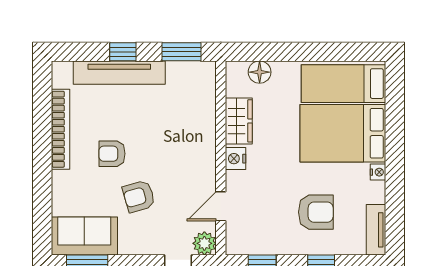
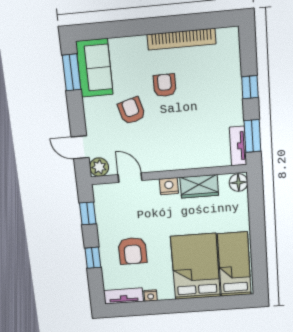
floor lamp: (260, 72) -> (238, 183), moved
tv unit: (119, 73) -> (238, 146), moved, width x0.52, depth x0.78
nightstand: (378, 172) -> (151, 296), moved

